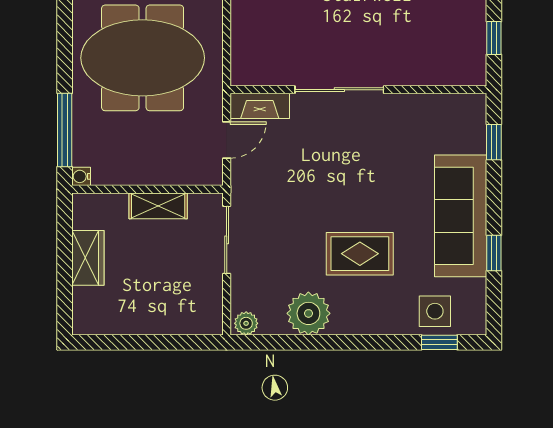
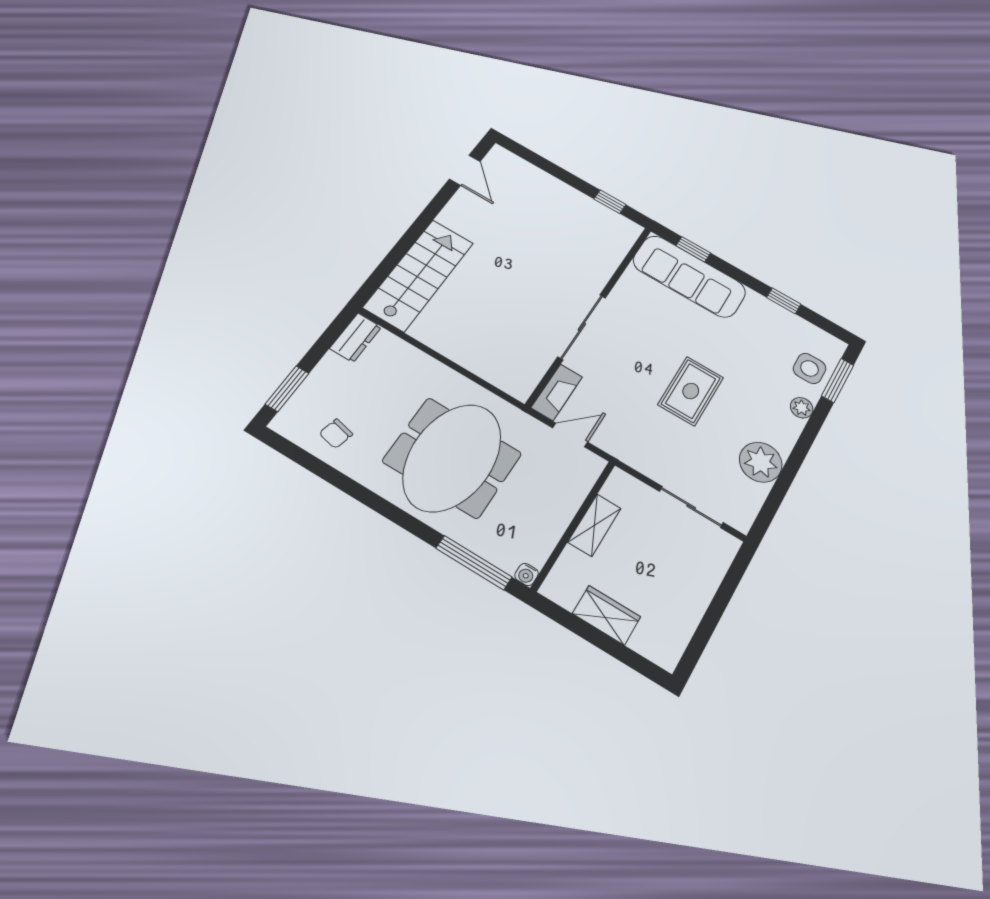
door: (227, 140) -> (570, 435), hinge flipped
sofa: (461, 216) -> (689, 276), moved
sliding door: (227, 240) -> (691, 507), moved
rug: (360, 254) -> (691, 391), moved
plant: (246, 323) -> (802, 408), moved
window: (439, 342) -> (838, 380), width x1.50

